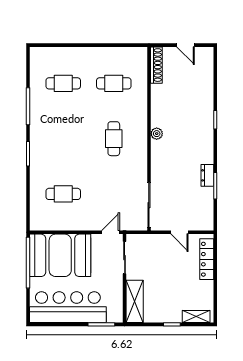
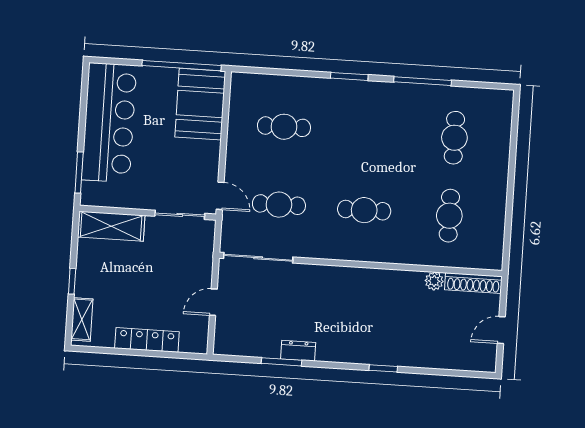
plant: (157, 134) -> (434, 281), moved
cafe table: (63, 194) -> (284, 127), turned 90
cafe table: (114, 194) -> (279, 205), added
booth: (60, 255) -> (200, 104), width x0.73, depth x0.70
locker: (207, 259) -> (147, 340), moved

